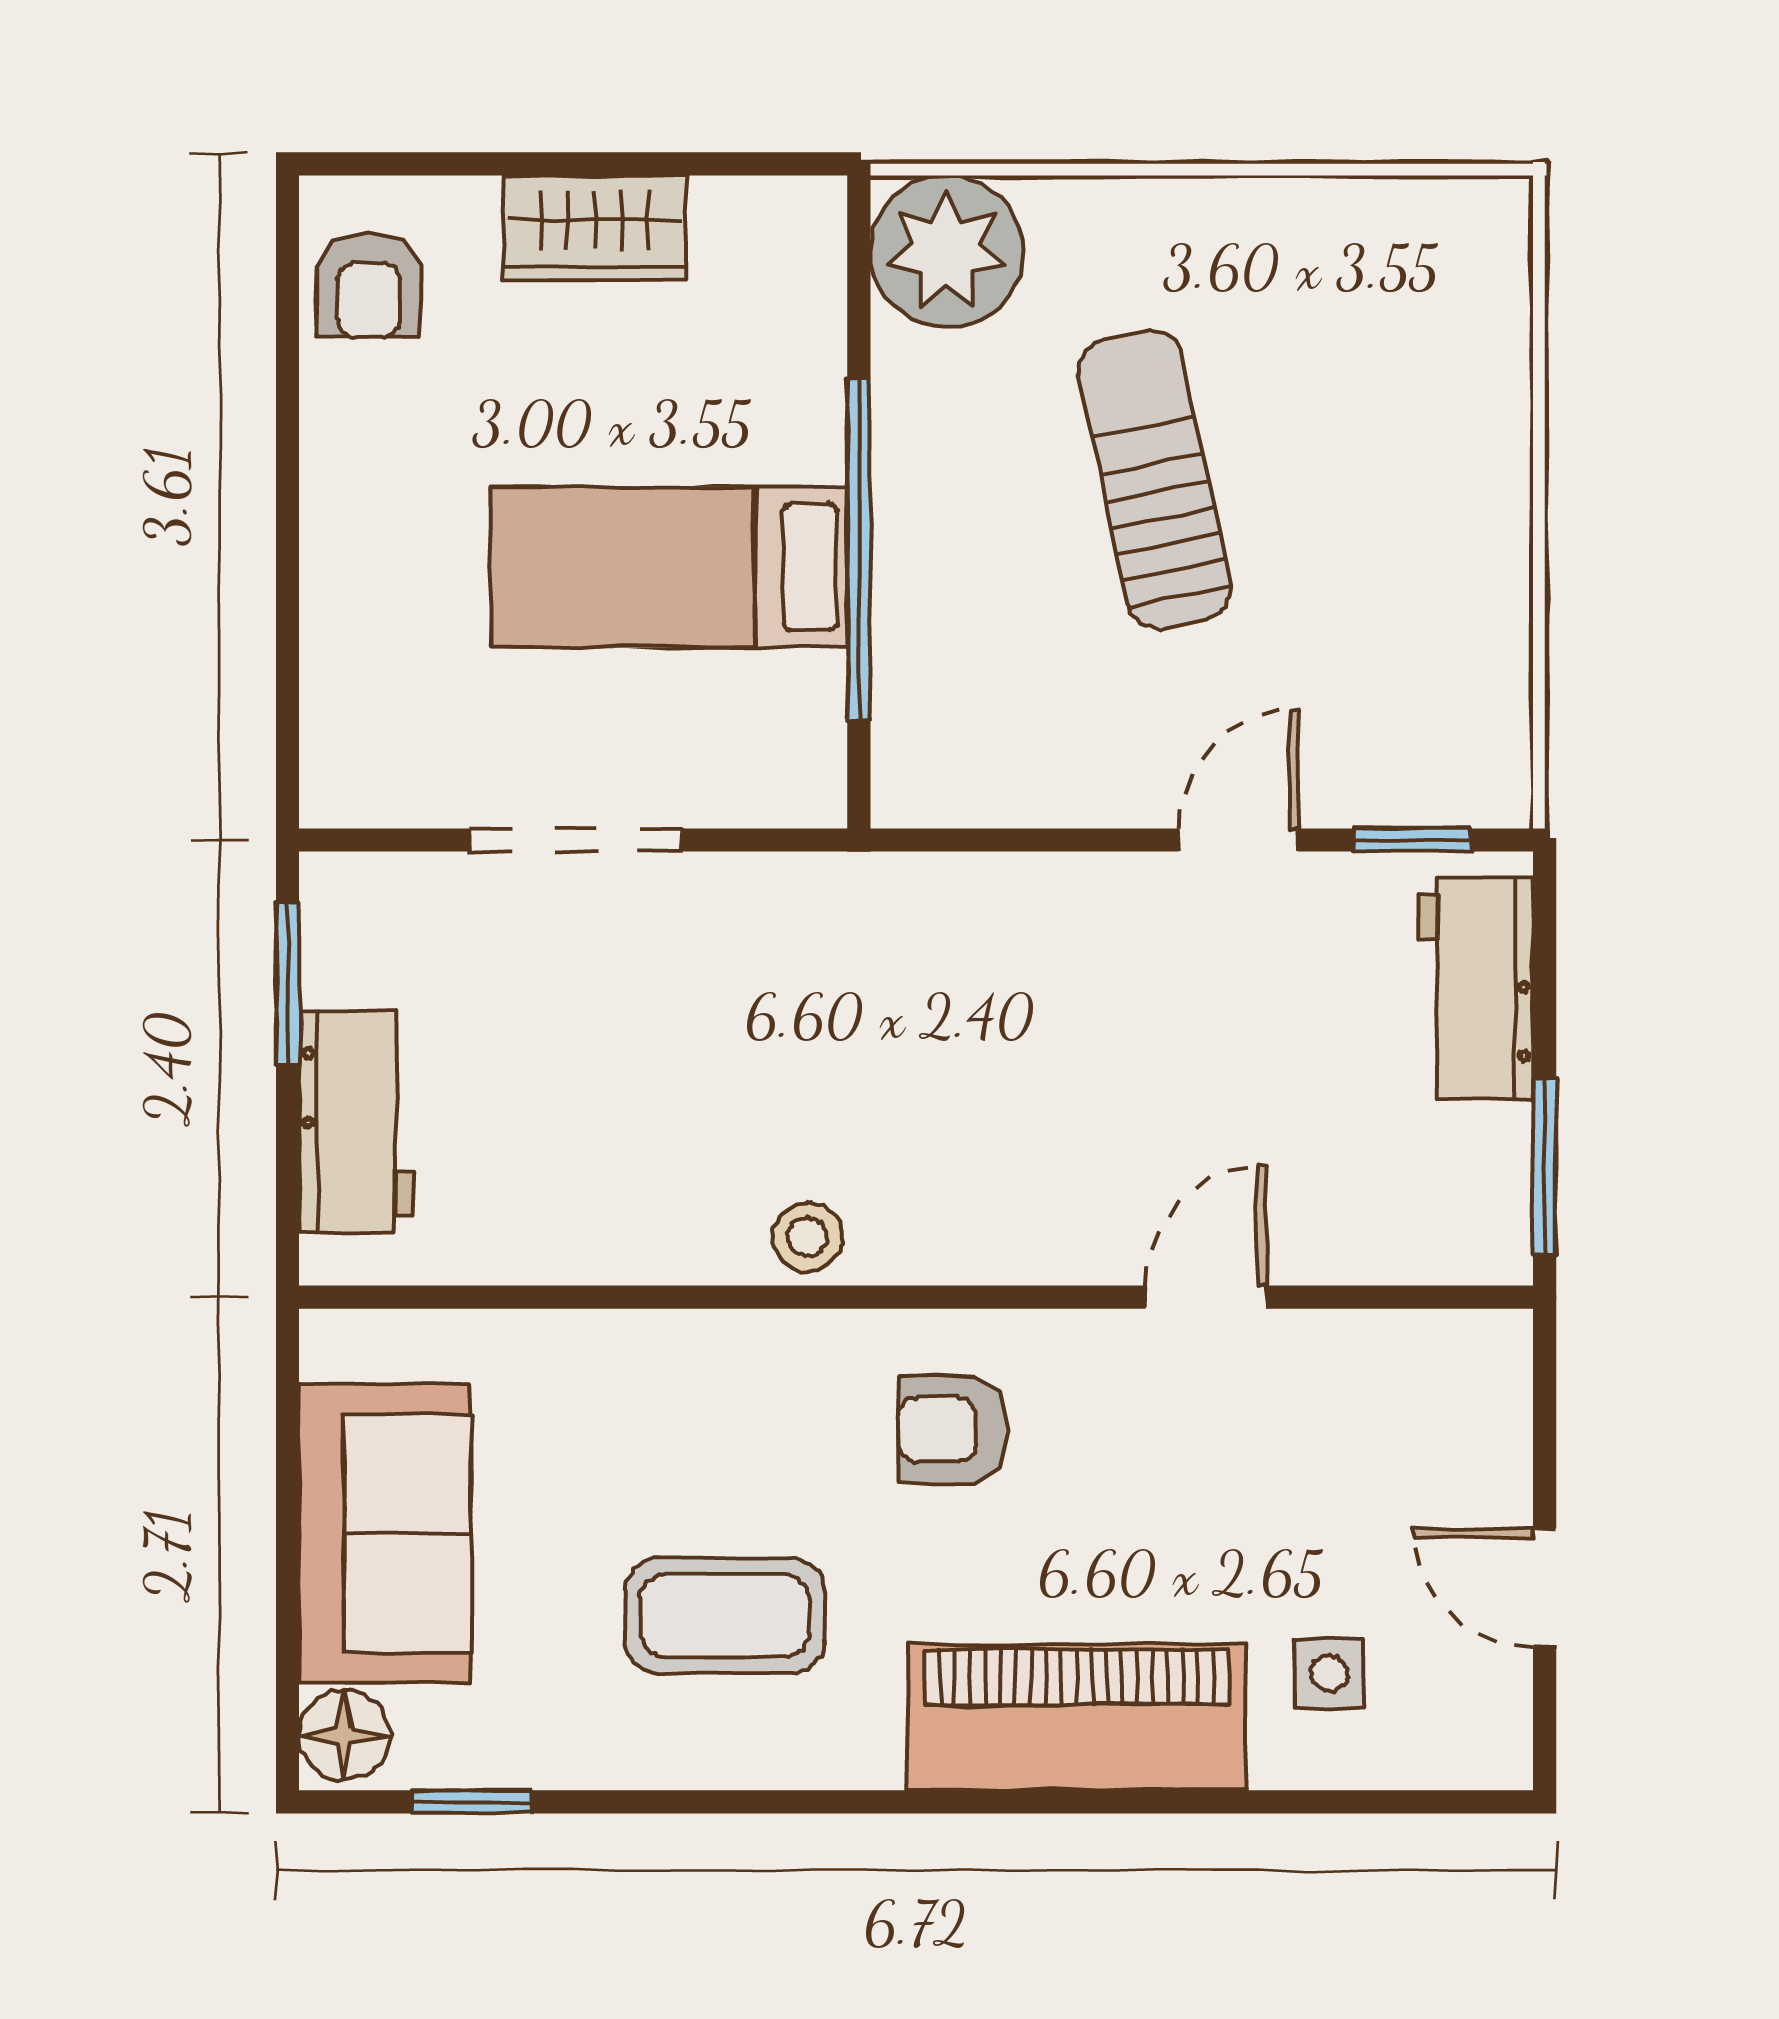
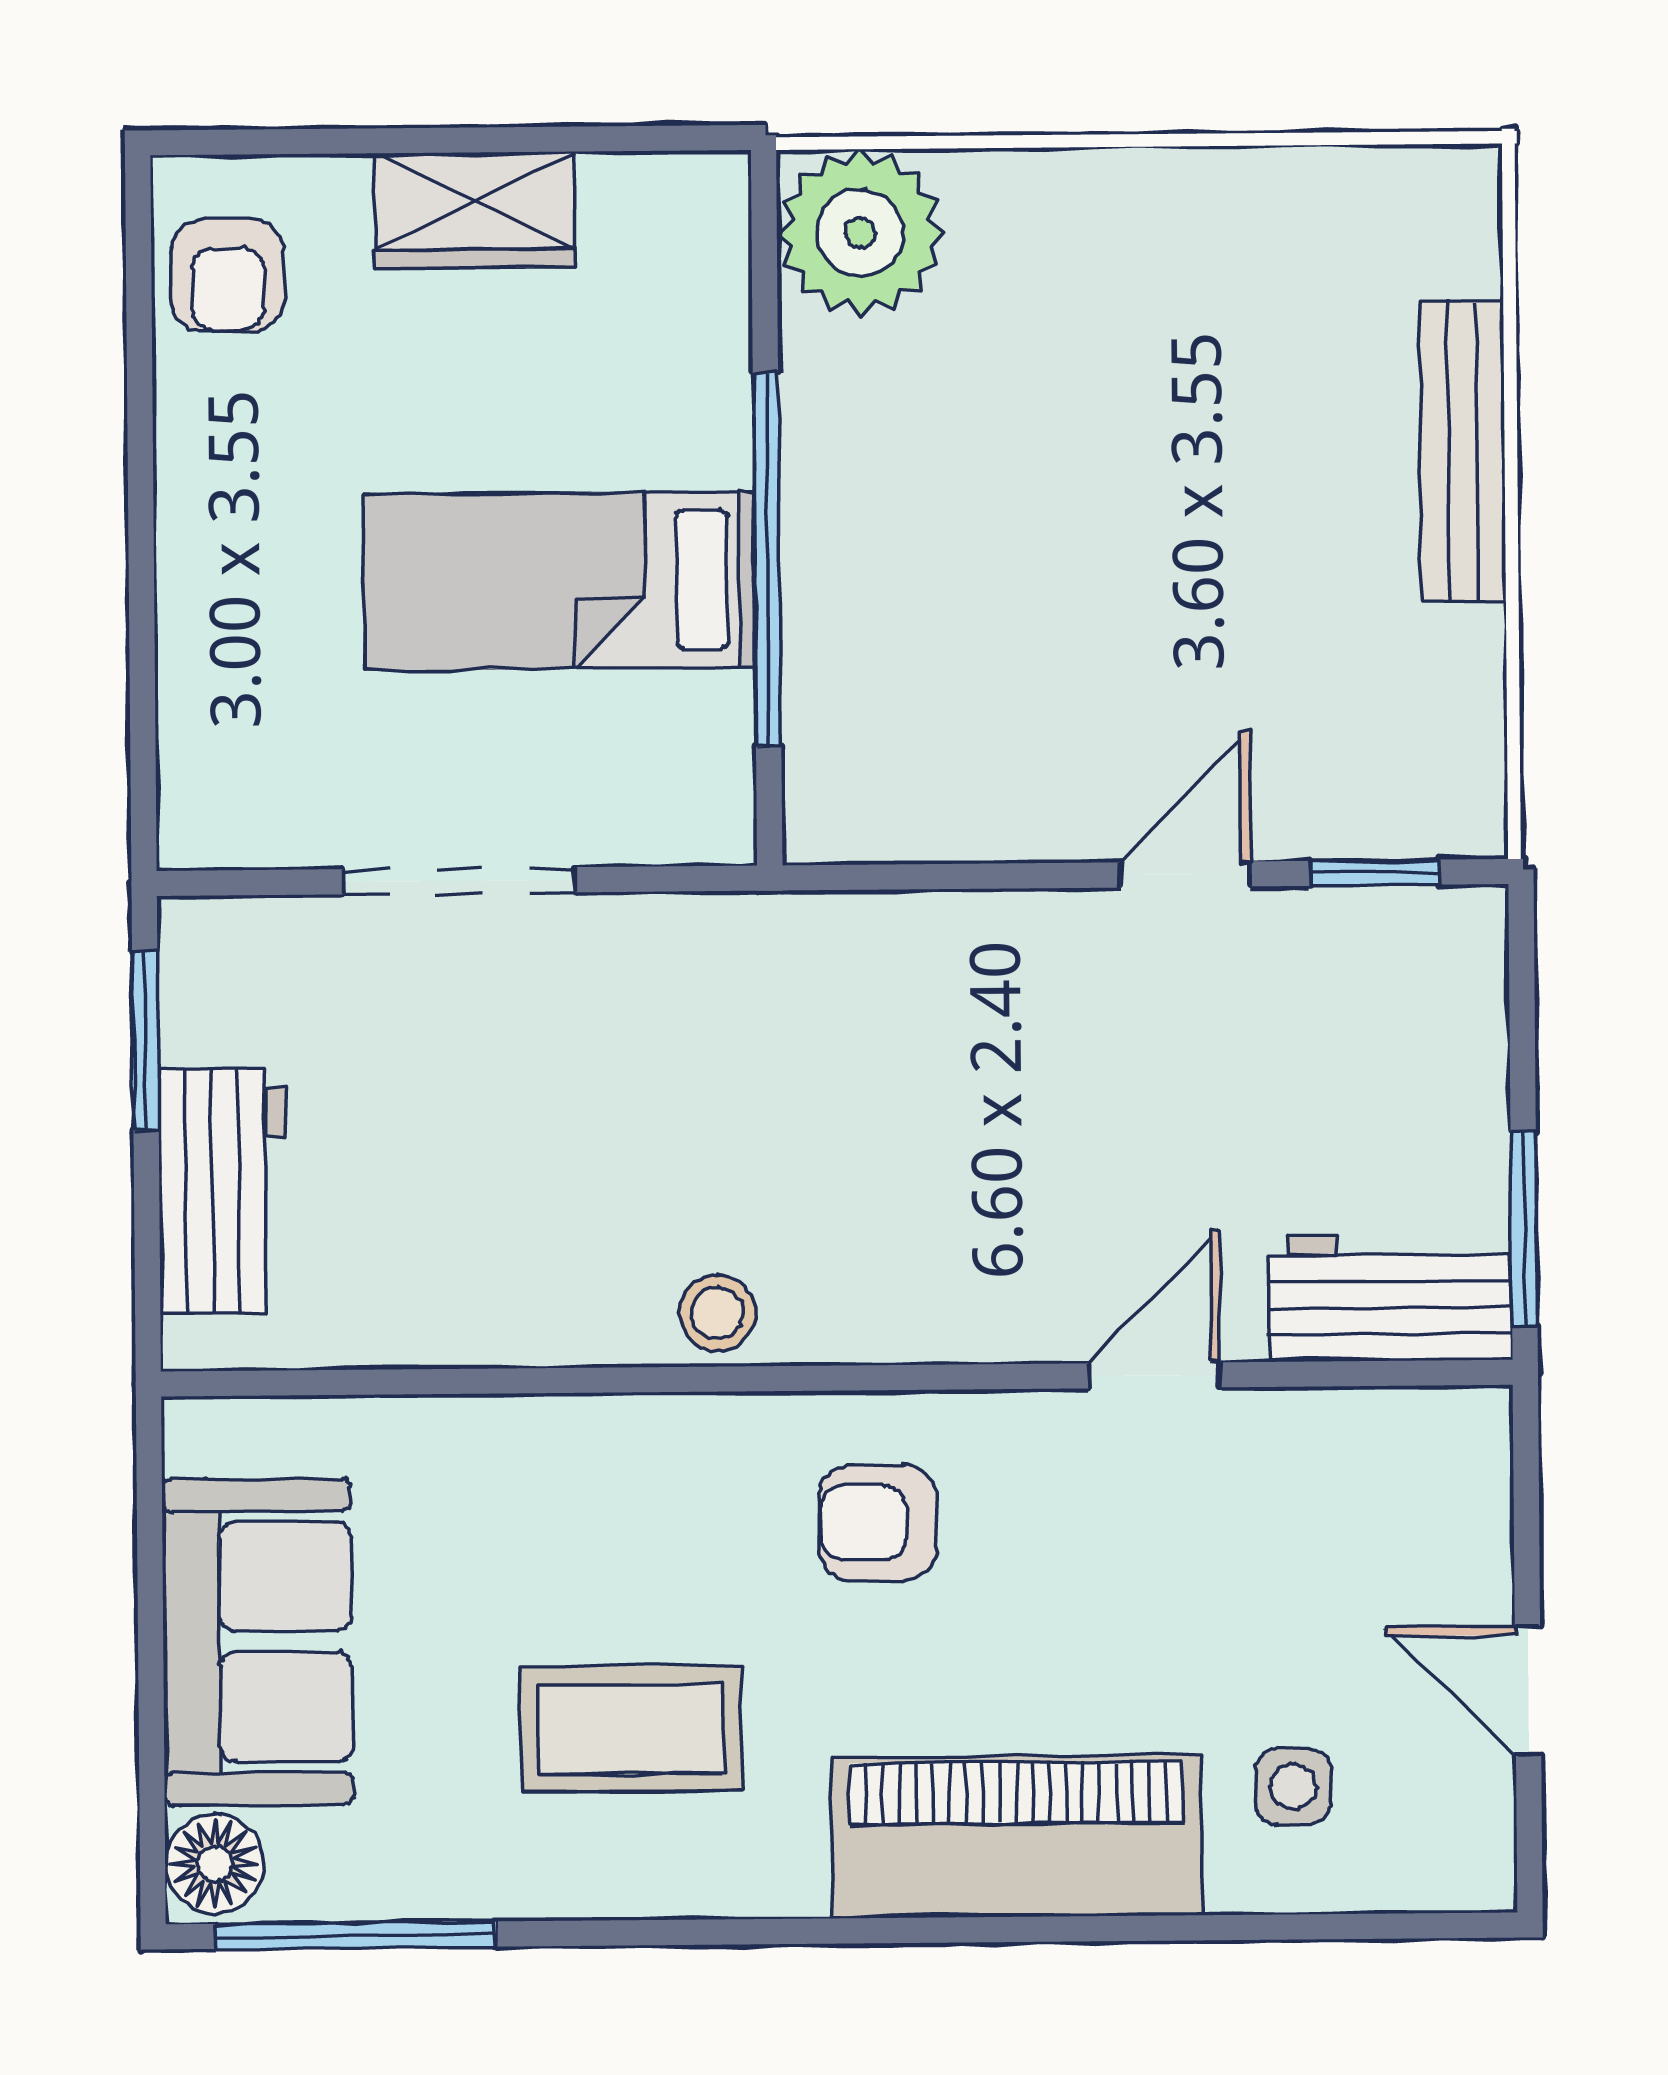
bench: (1495, 455) -> (1463, 451), added
sun lounger: (1154, 479) -> (1090, 480), removed
workbench: (1476, 988) -> (1390, 1298), moved, turned 90
window: (472, 1802) -> (355, 1935), width x2.17

